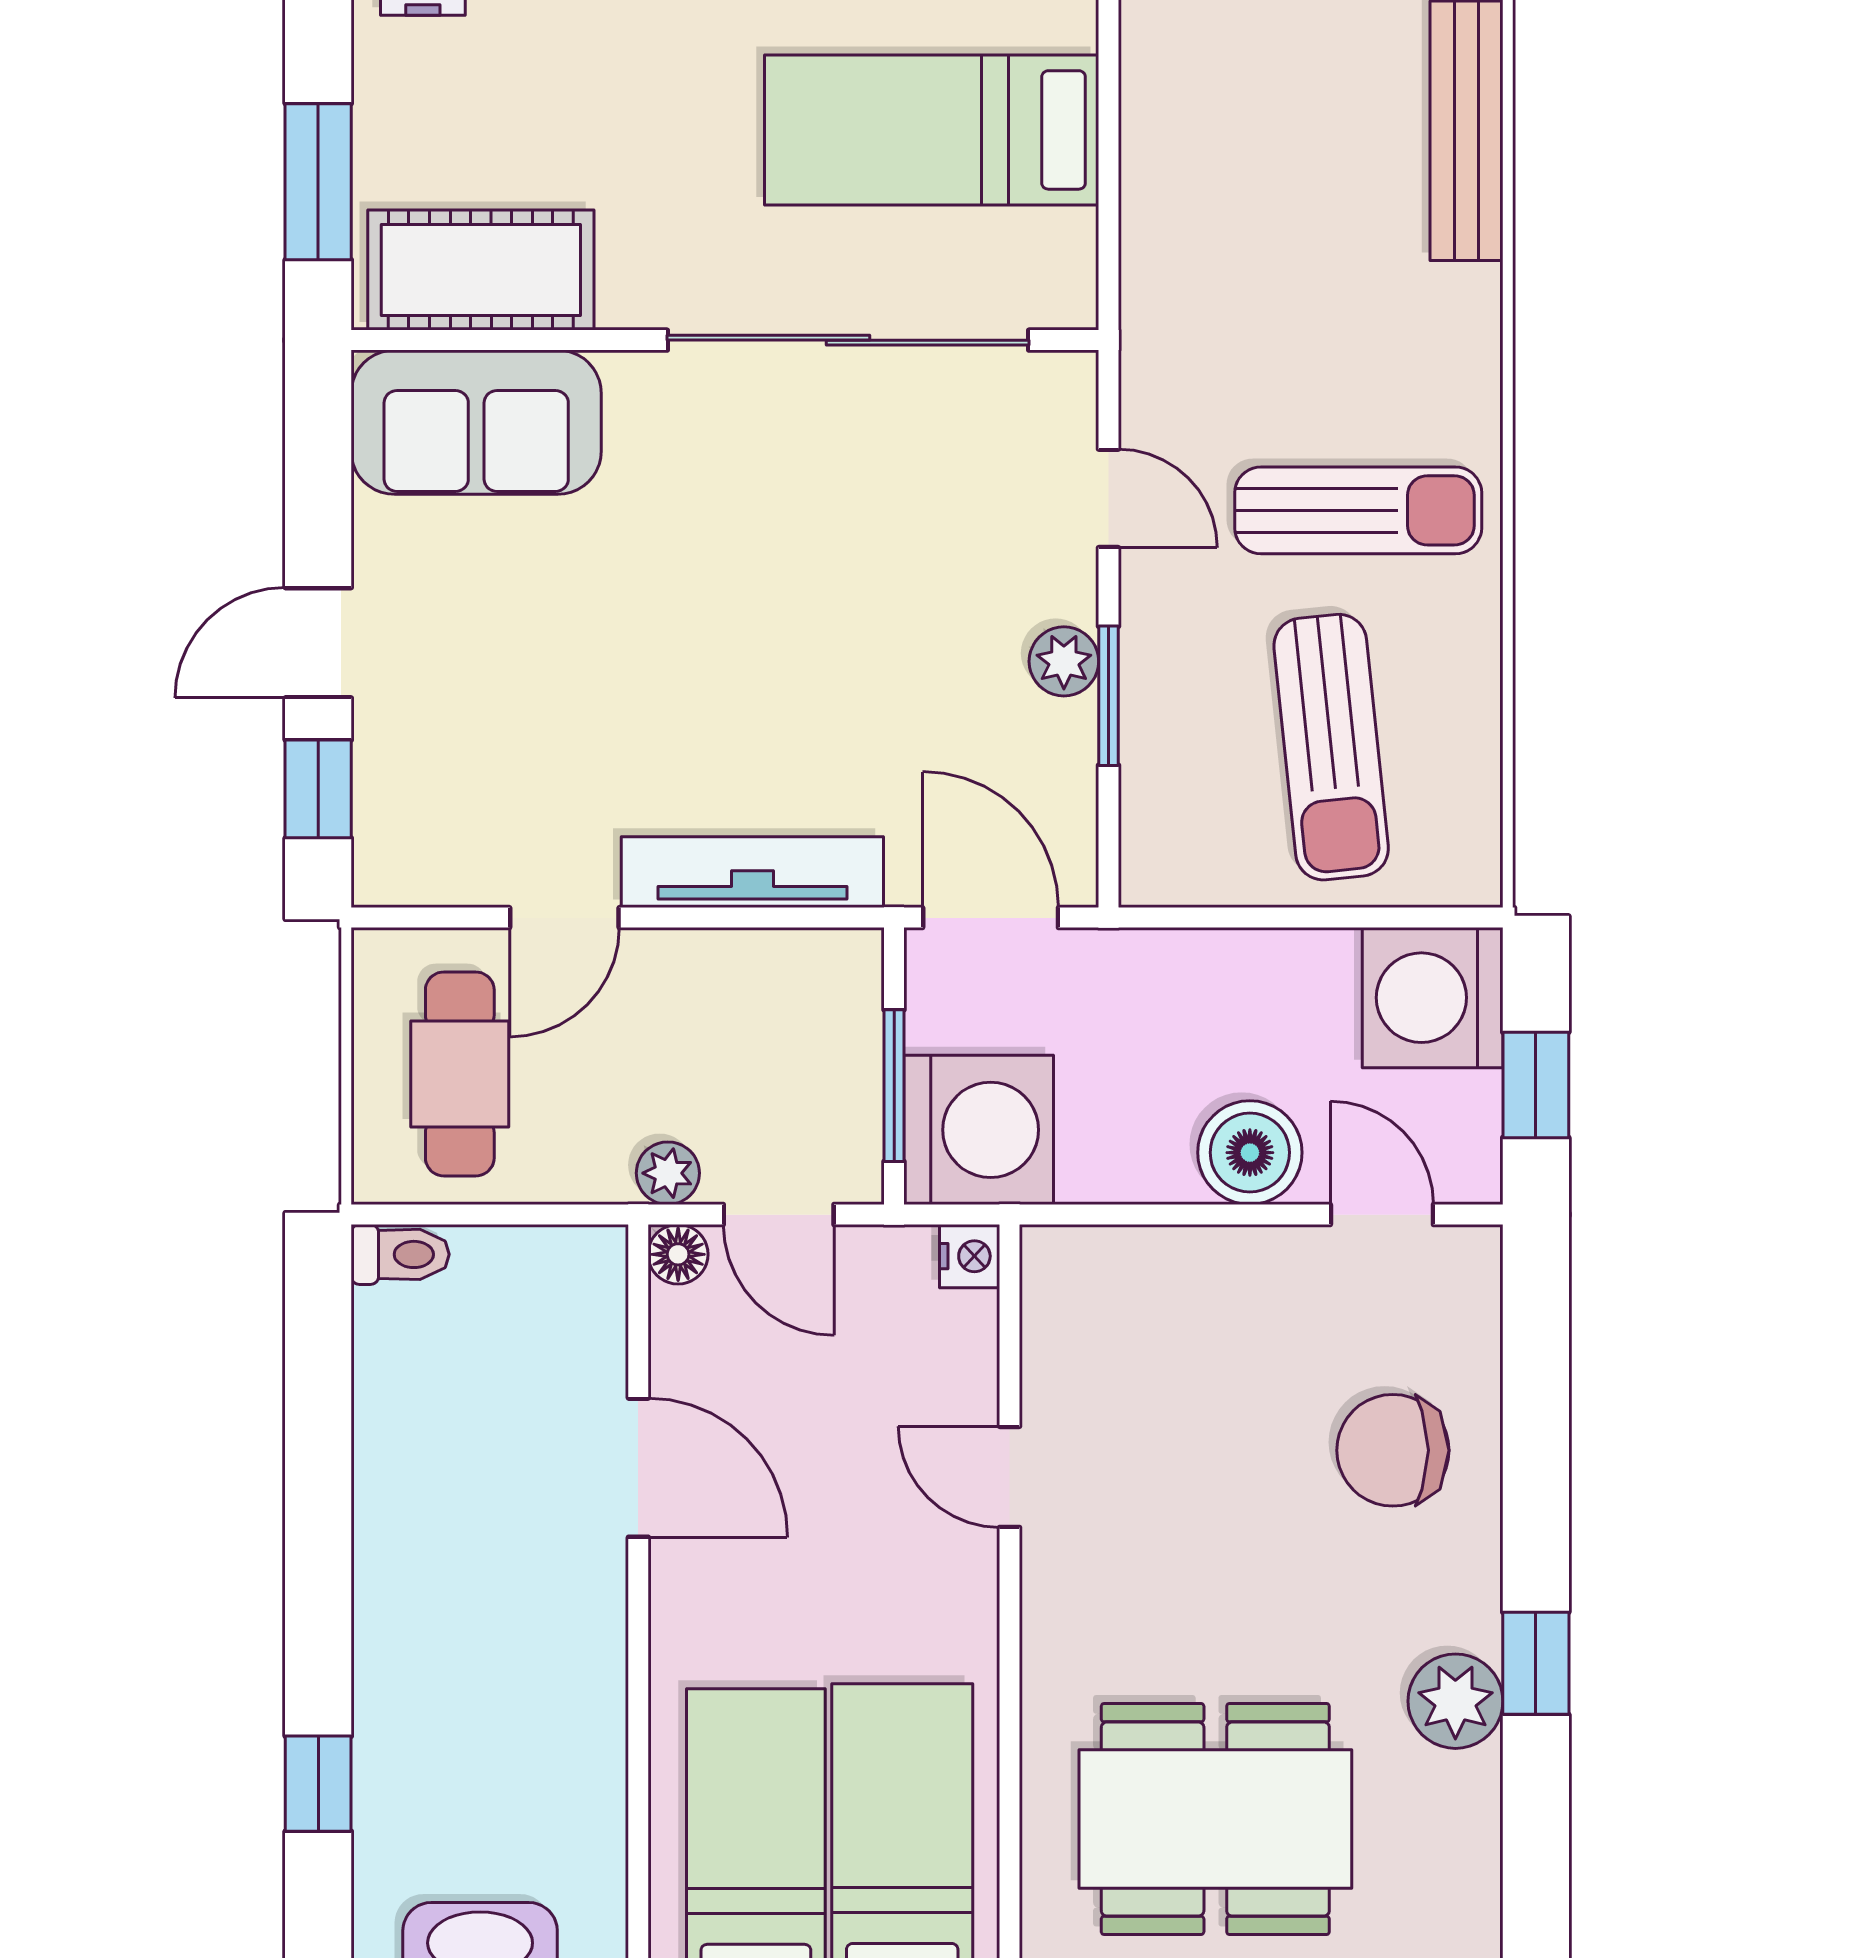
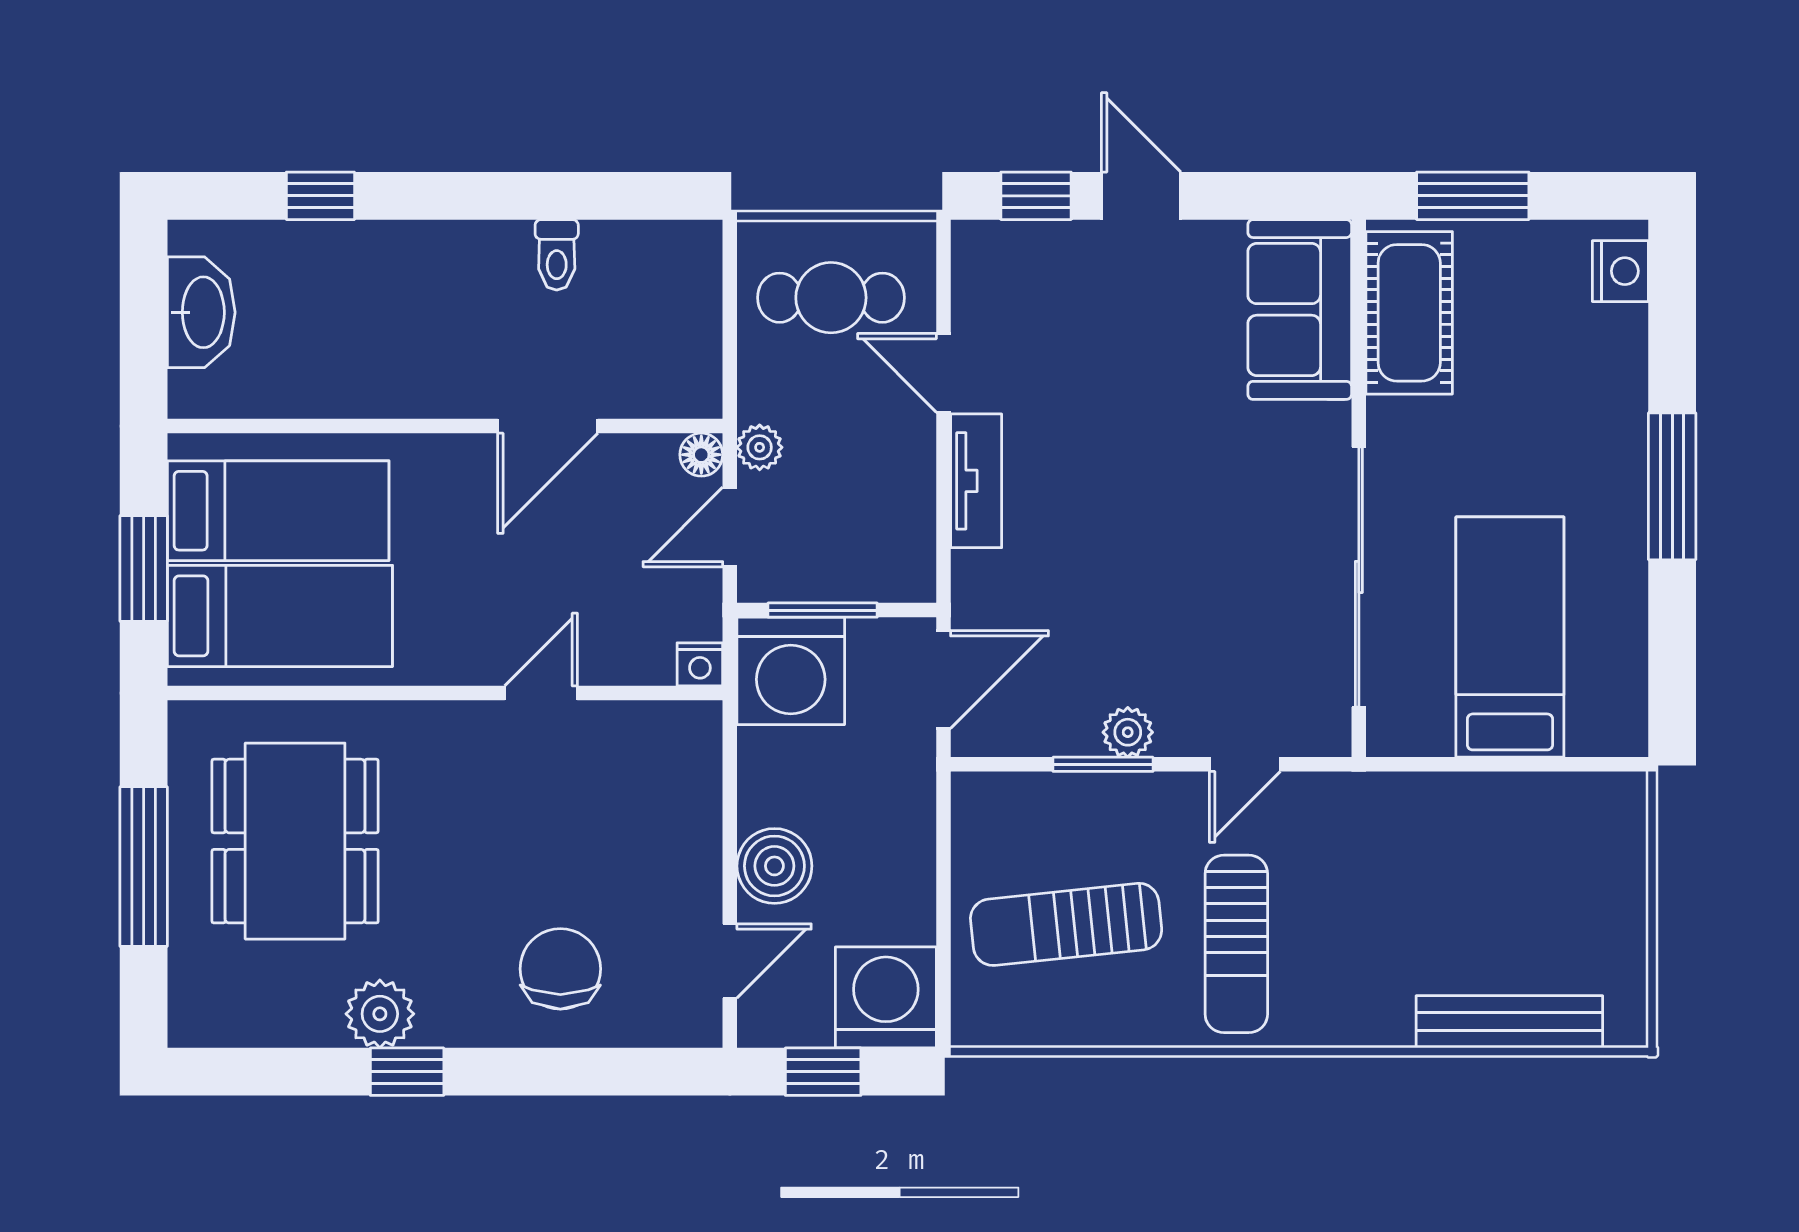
tv unit: (752, 872) -> (976, 481), width x0.71
toilet: (400, 1254) -> (557, 255), moved

